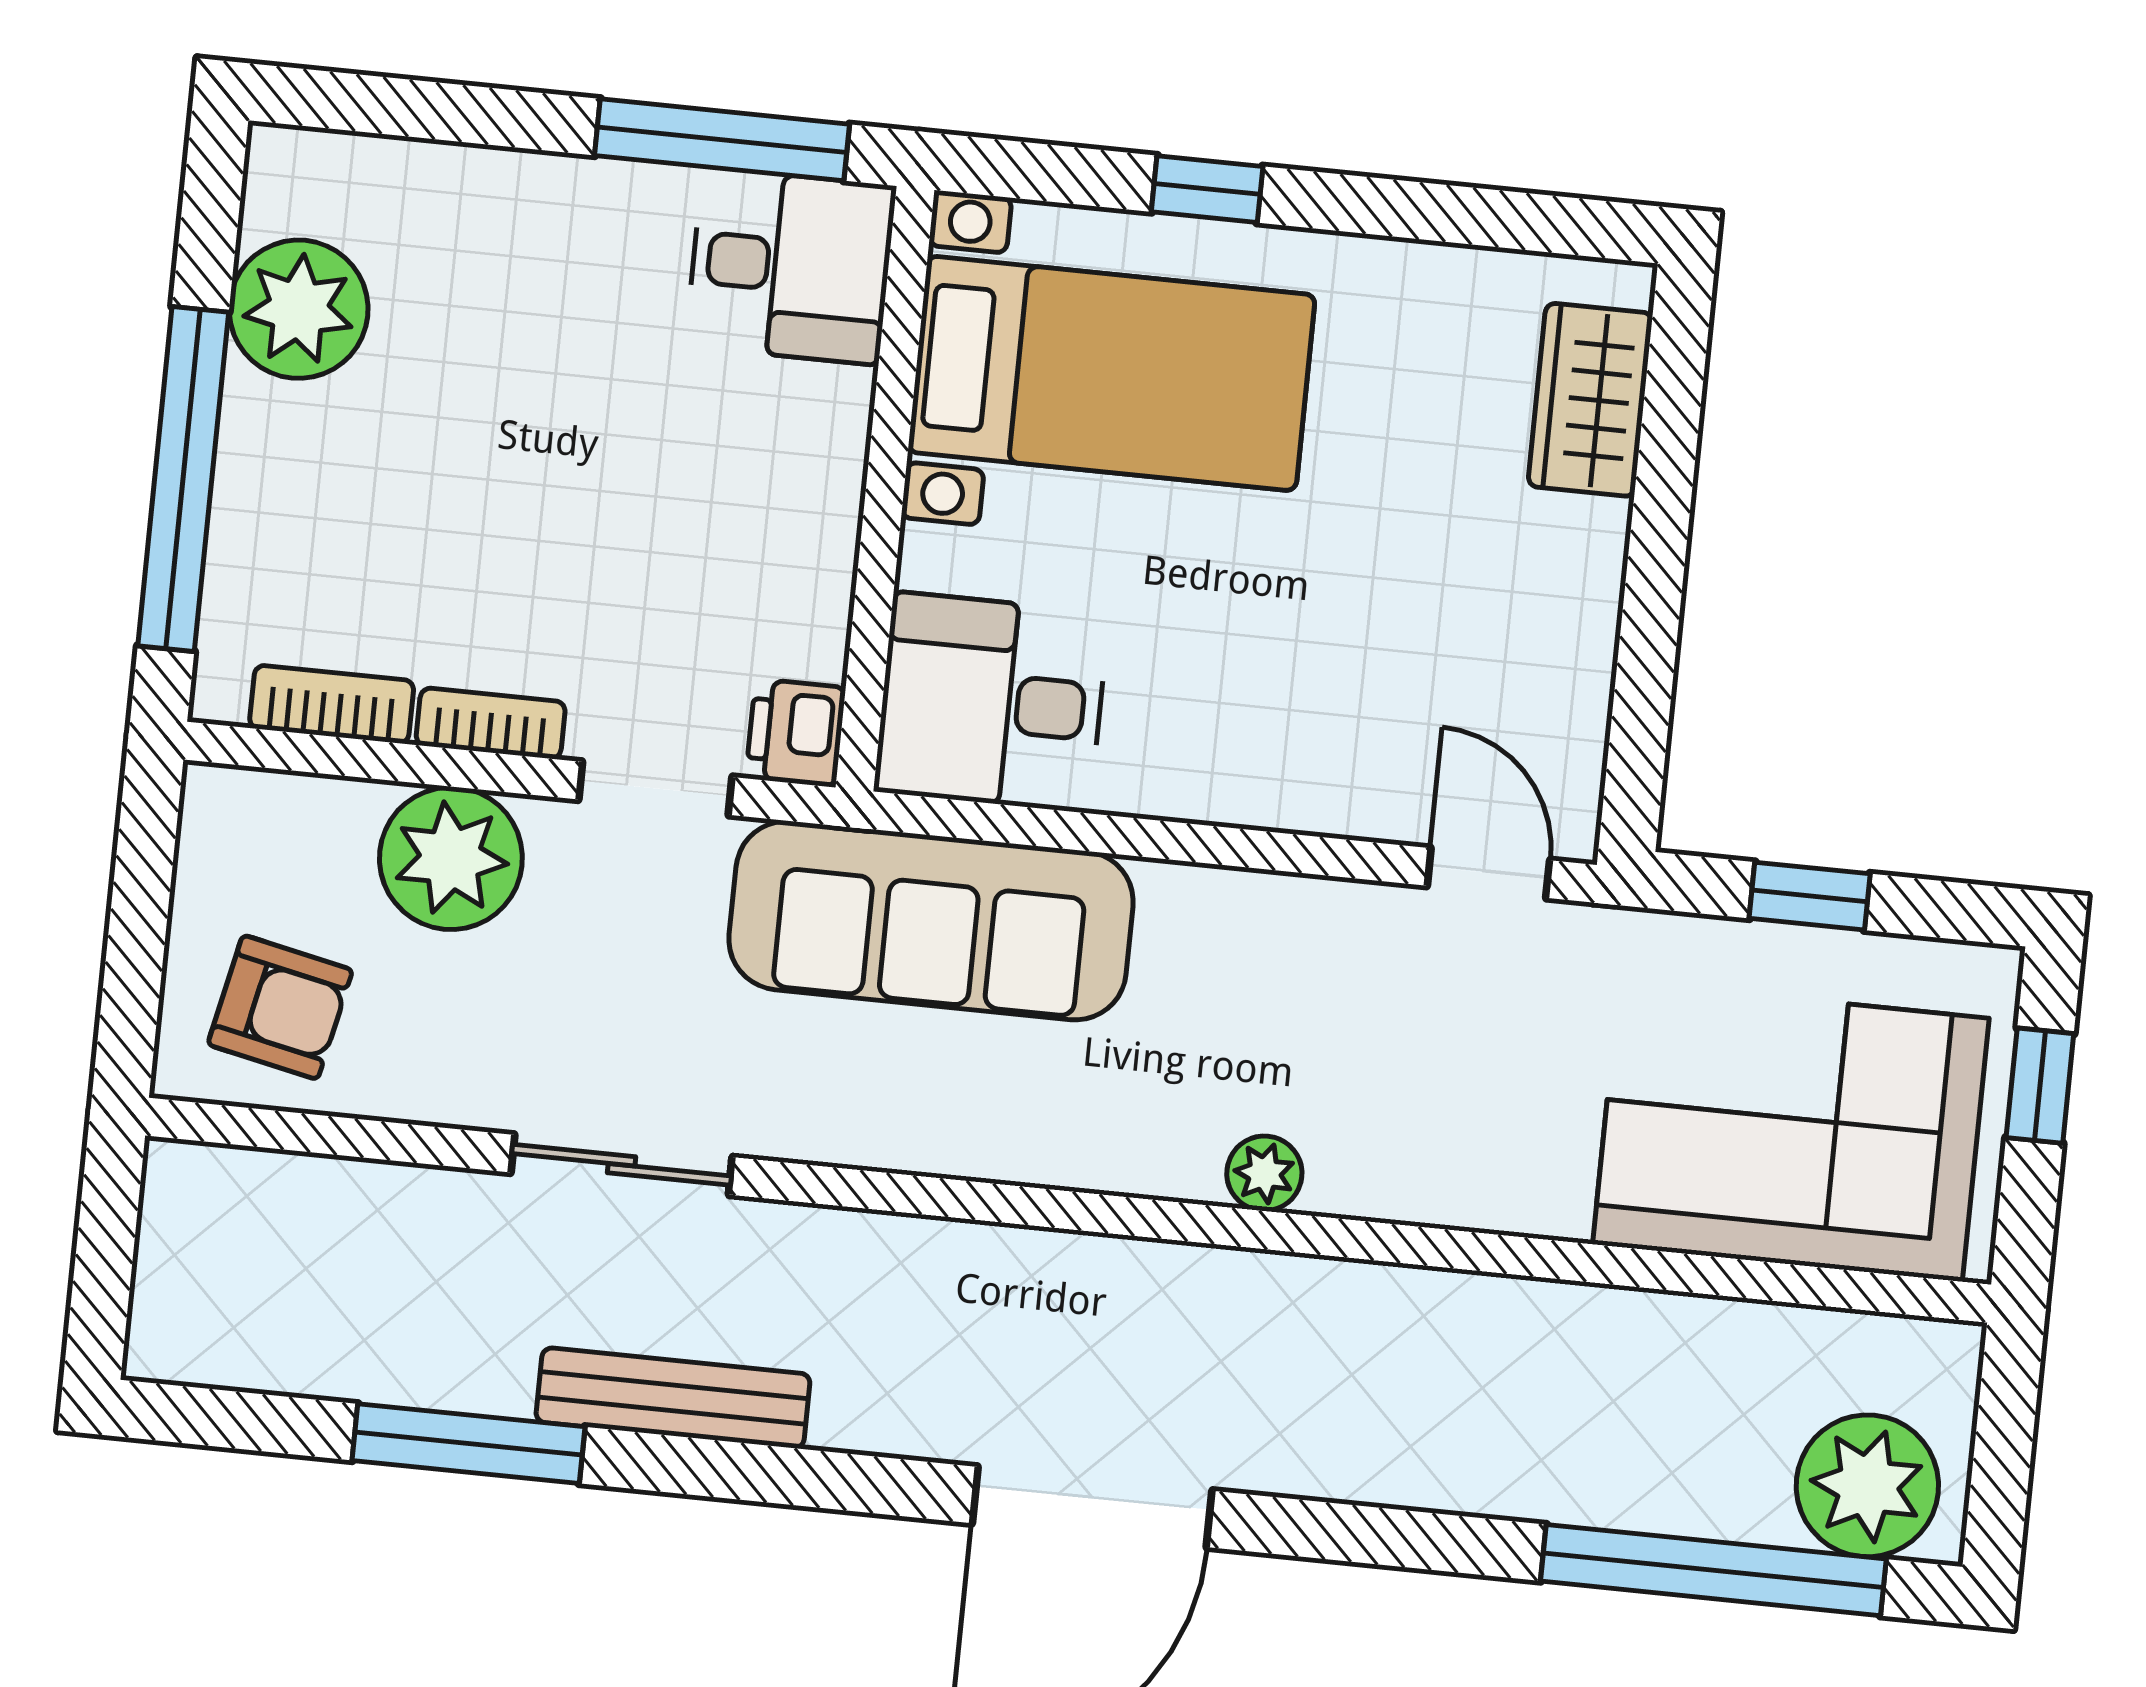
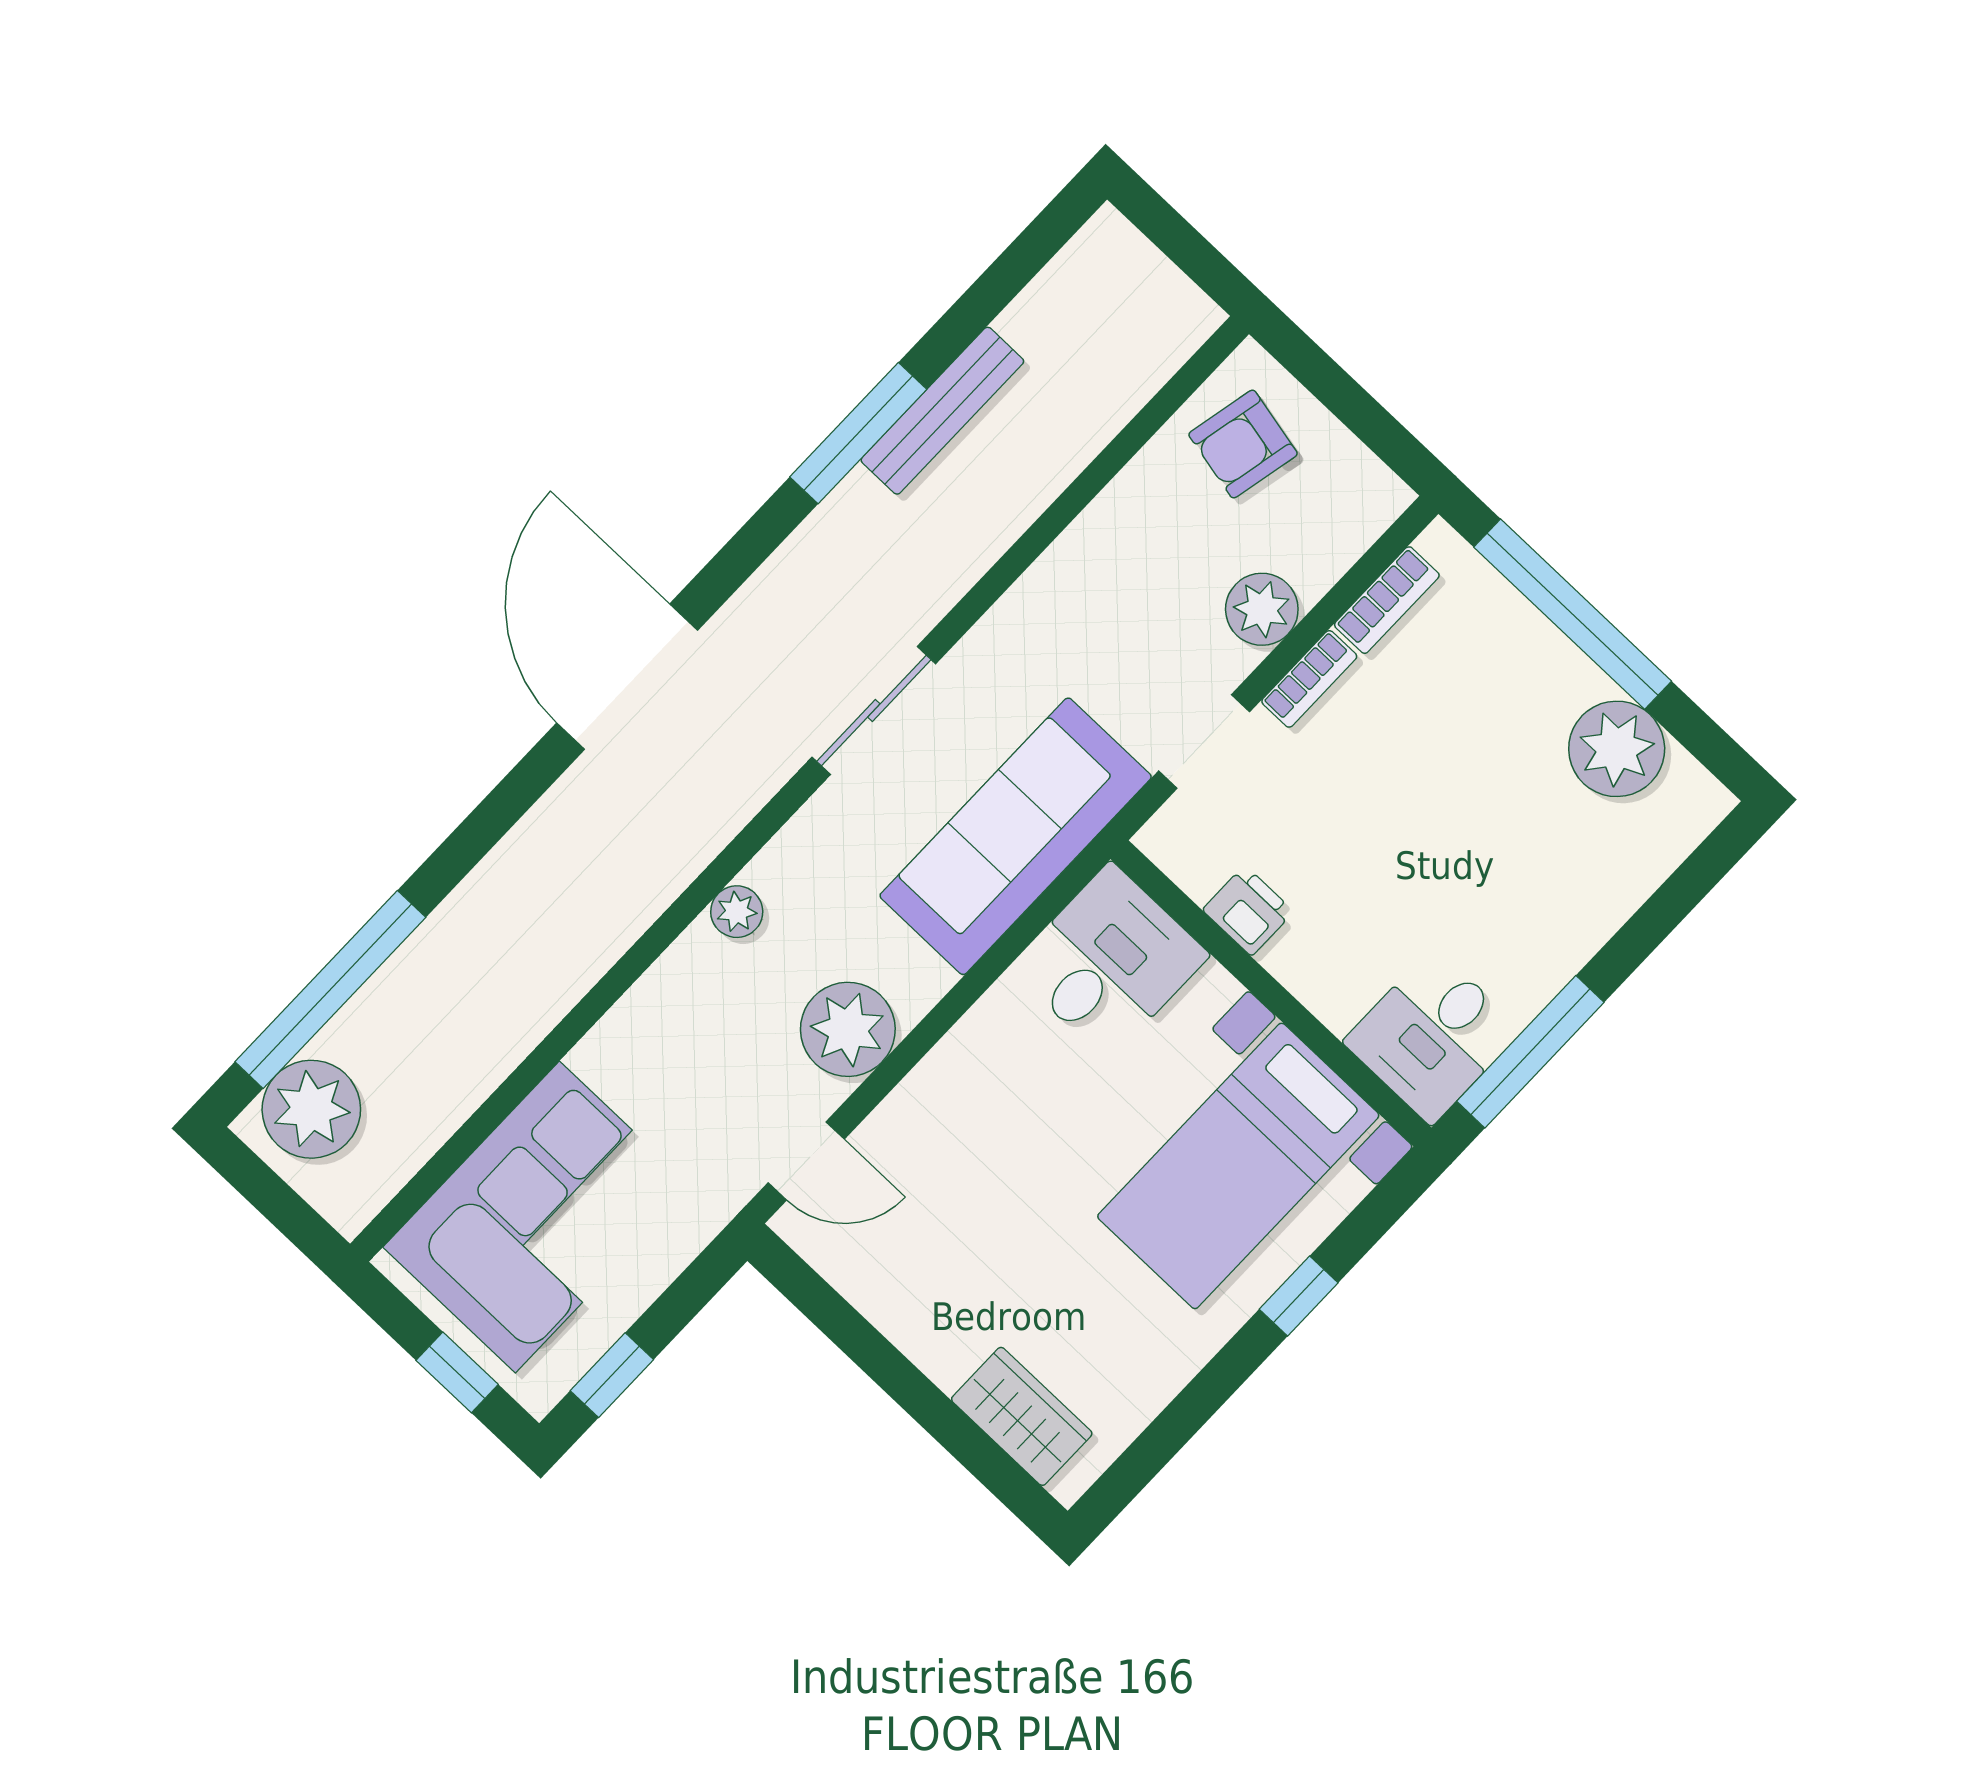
printer: (796, 732) -> (1248, 911), moved
plant: (451, 858) -> (1262, 609), width x0.73, depth x0.73
window: (1810, 896) -> (612, 1375), moved
plant: (1301, 942) -> (848, 1029), added
sliding door: (622, 1165) -> (874, 711), moved
bench: (673, 1398) -> (942, 411), moved
window: (468, 1444) -> (858, 433), moved

